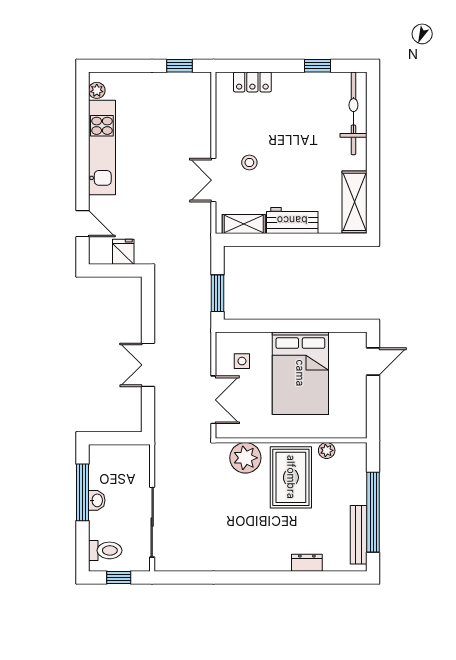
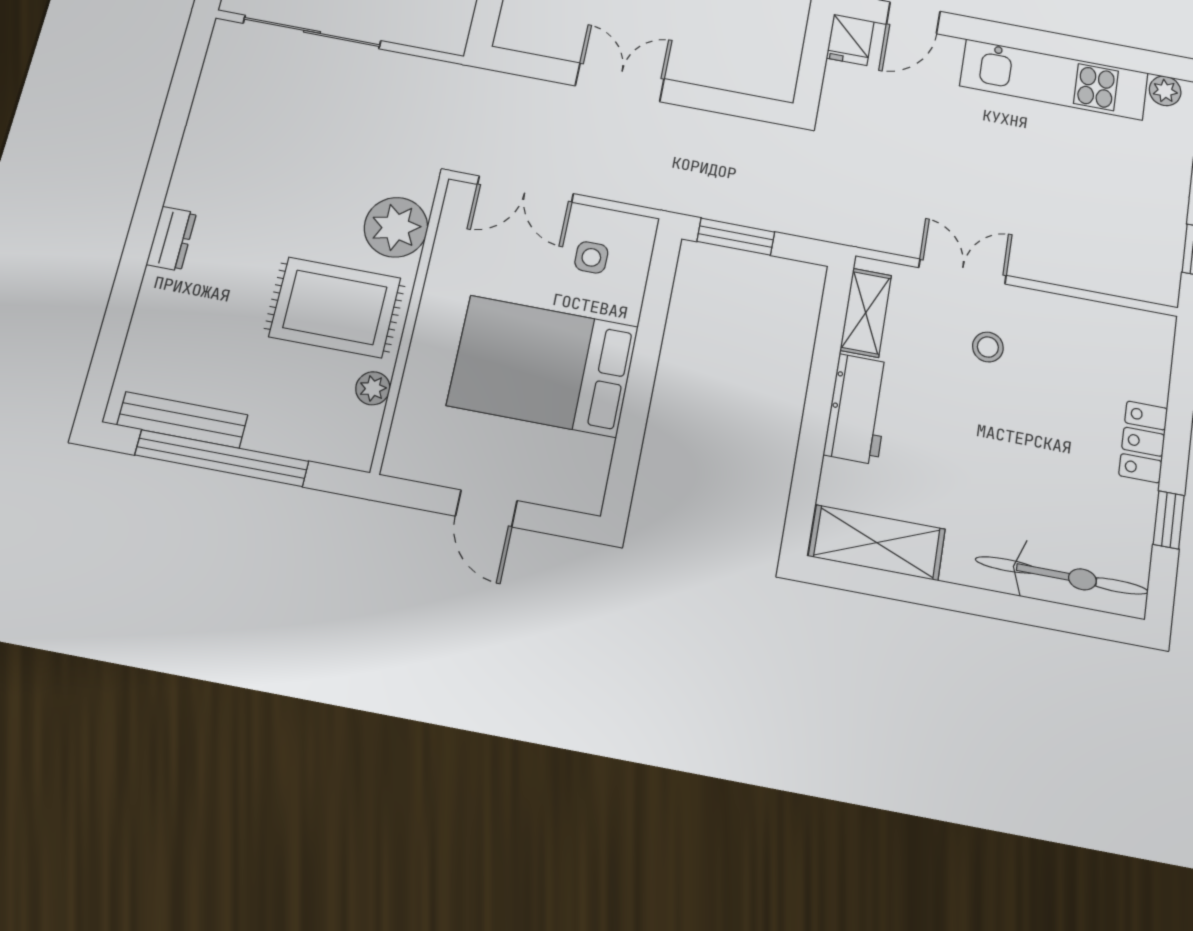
locker: (252, 82) -> (1143, 442), moved
fridge: (123, 252) -> (850, 40), moved, turned 90
door: (373, 362) -> (486, 508), moved
dresser: (307, 563) -> (171, 239), moved

